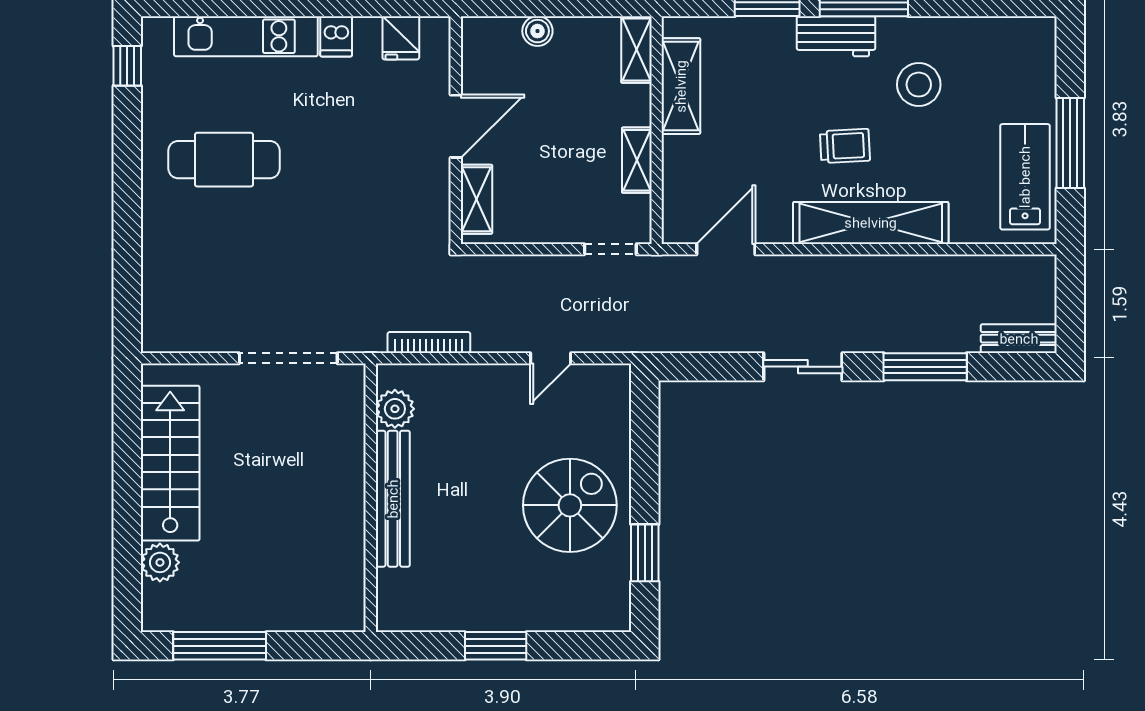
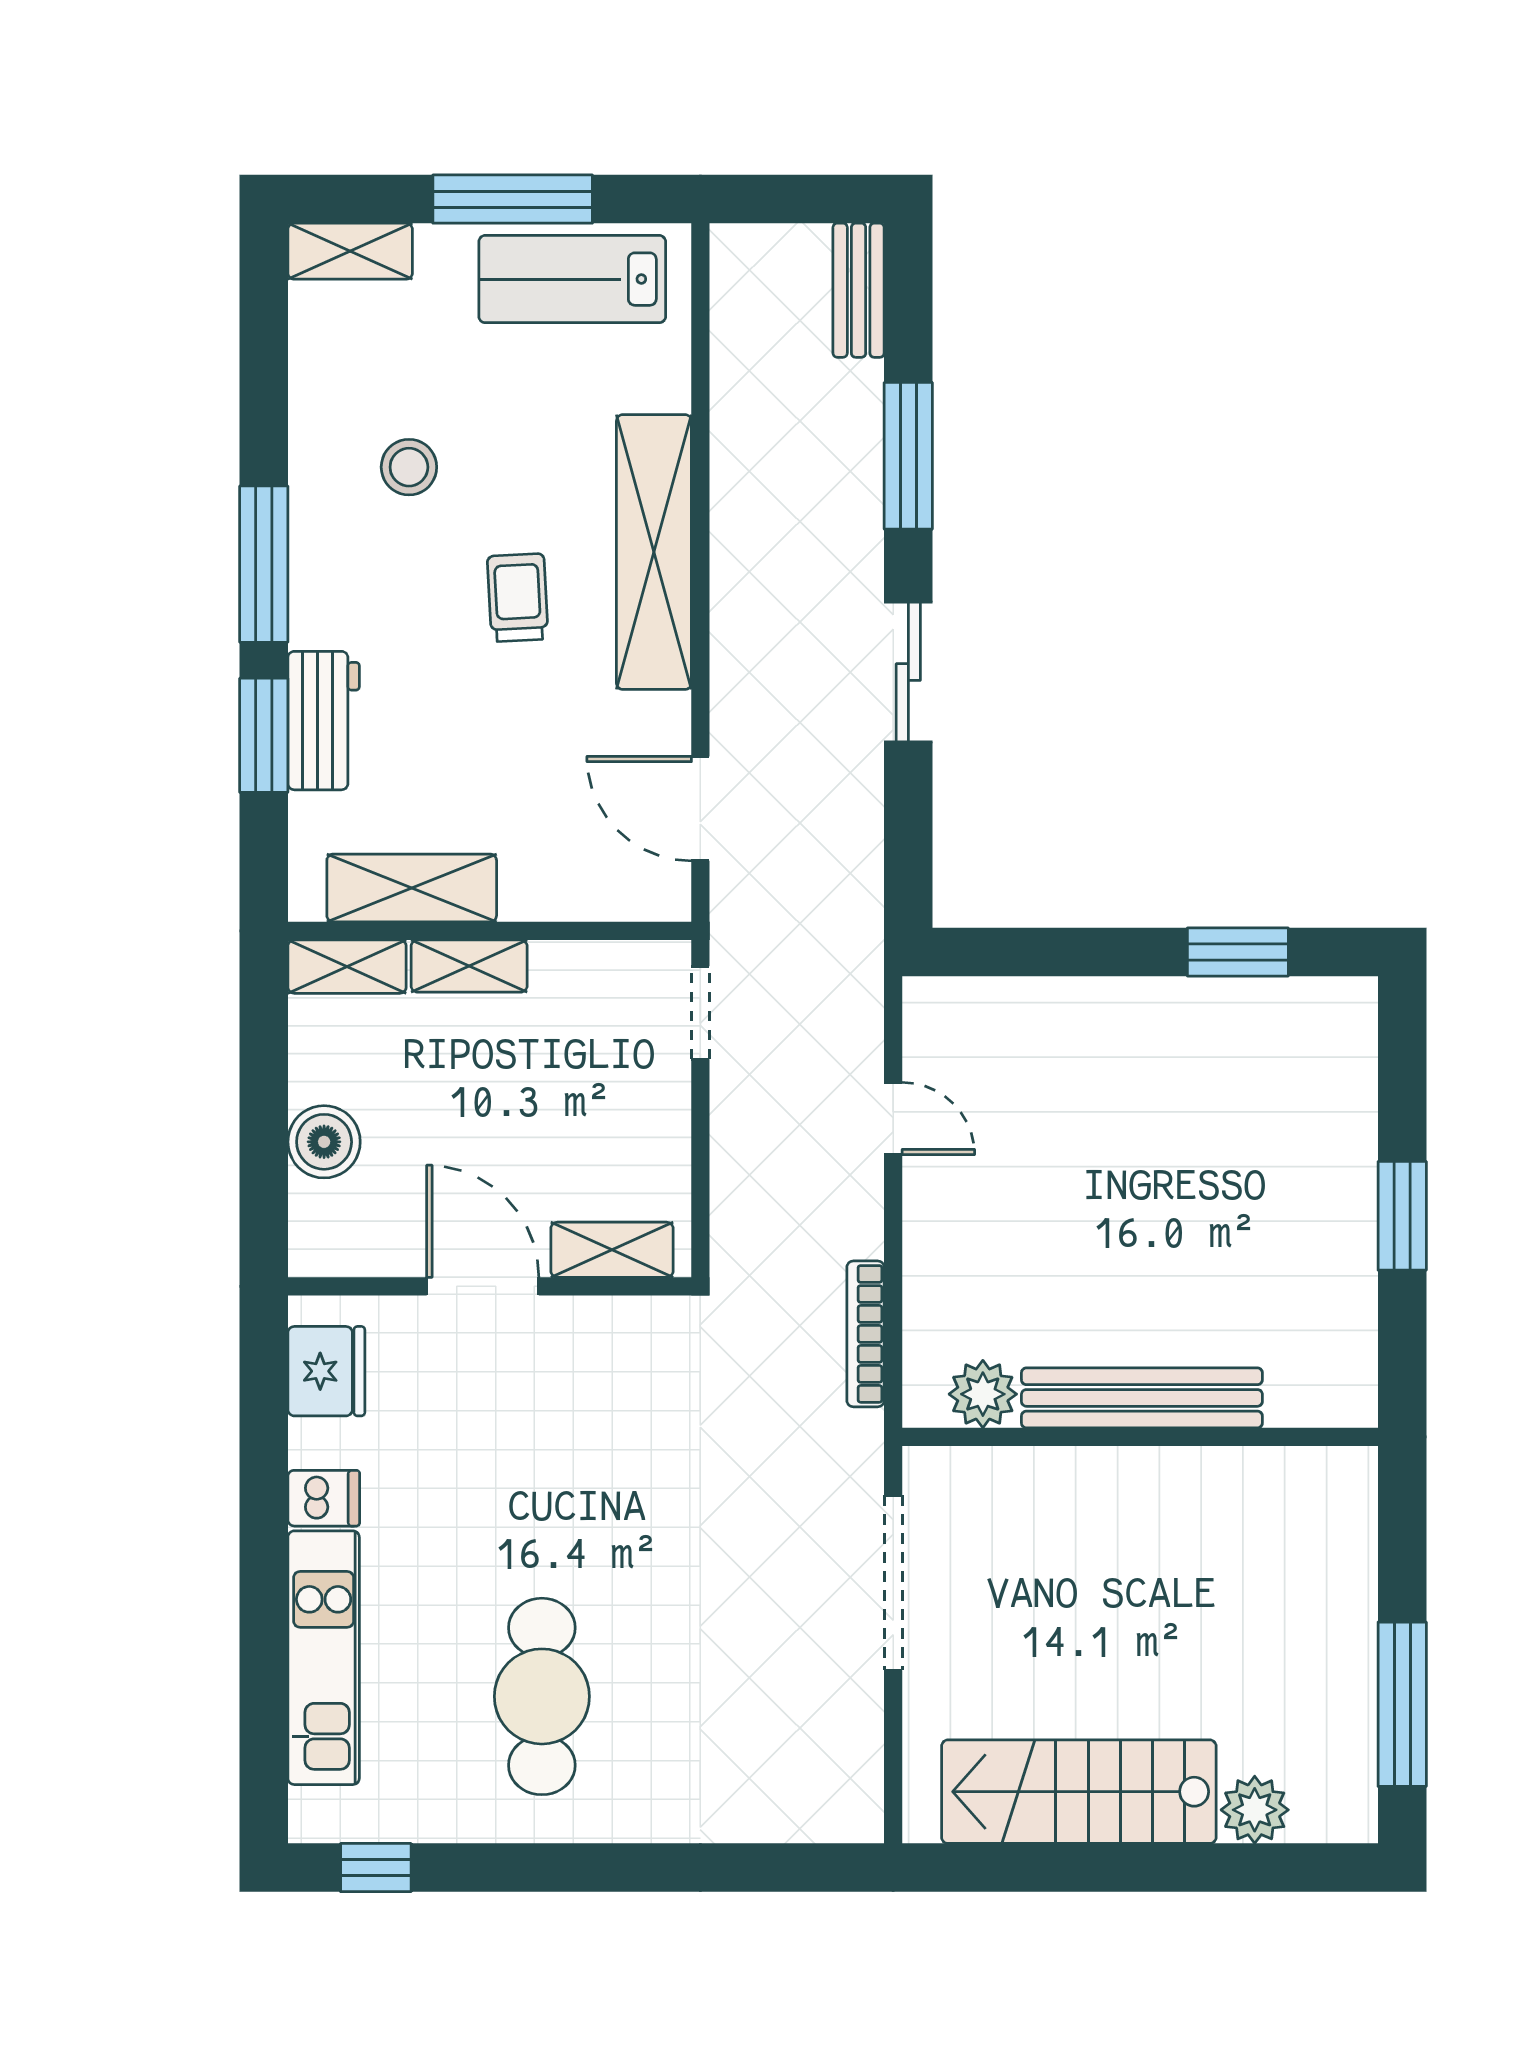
boiler: (537, 31) -> (324, 1142), width x1.36, depth x1.36
workbench: (836, 36) -> (324, 721), moved
fridge: (401, 38) -> (326, 1371), width x1.38
shelving: (1041, 51) -> (350, 251), added
stool: (919, 85) -> (409, 467), width x0.73, depth x0.73
shelving: (637, 160) -> (469, 966), moved
spiral stairs: (570, 505) -> (1154, 1084), removed

